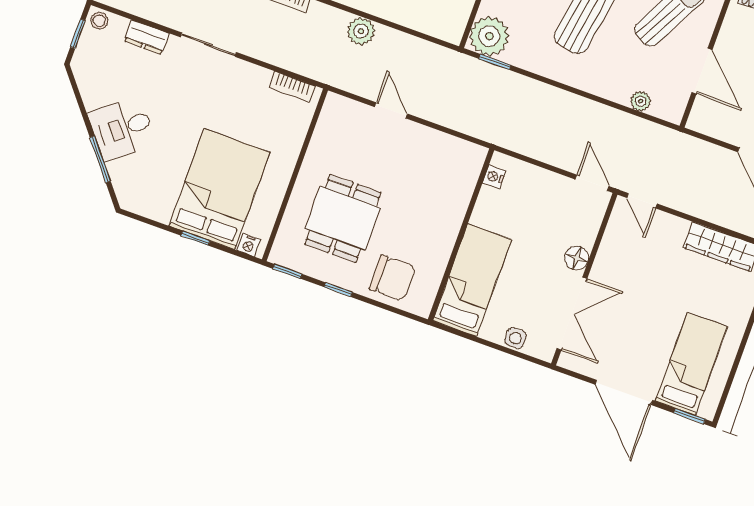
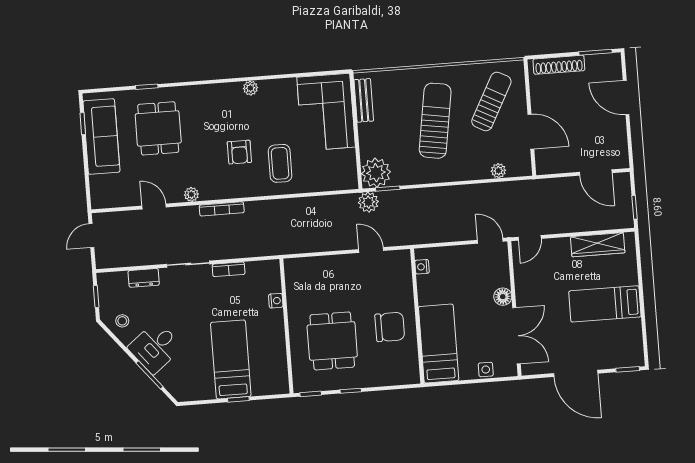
stool: (99, 21) -> (122, 321), moved
plant: (361, 31) -> (368, 202), moved
bookcase: (292, 86) -> (229, 269), moved
door: (391, 110) -> (371, 250), moved
bed: (219, 189) -> (231, 359), width x0.67
door: (642, 201) -> (530, 238), hinge flipped
nightstand: (249, 245) -> (276, 301), moved, turned -90
chair: (393, 278) -> (390, 327), moved
bed: (691, 364) -> (605, 304), moved, turned -90

